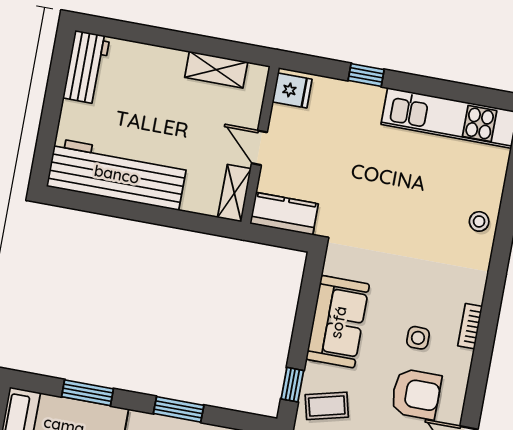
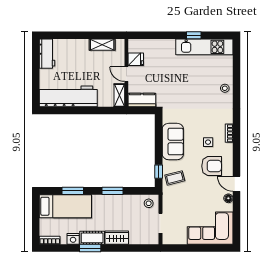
window: (366, 75) -> (194, 35), moved
fridge: (292, 90) -> (136, 59), moved

